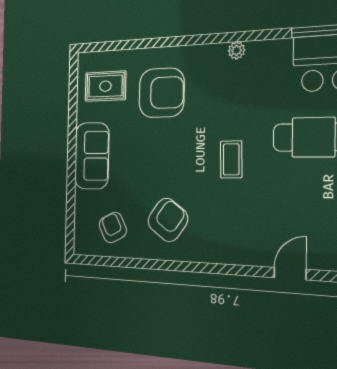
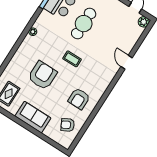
armchair: (162, 93) -> (42, 75), moved
armchair: (168, 220) -> (79, 99), turned -126

